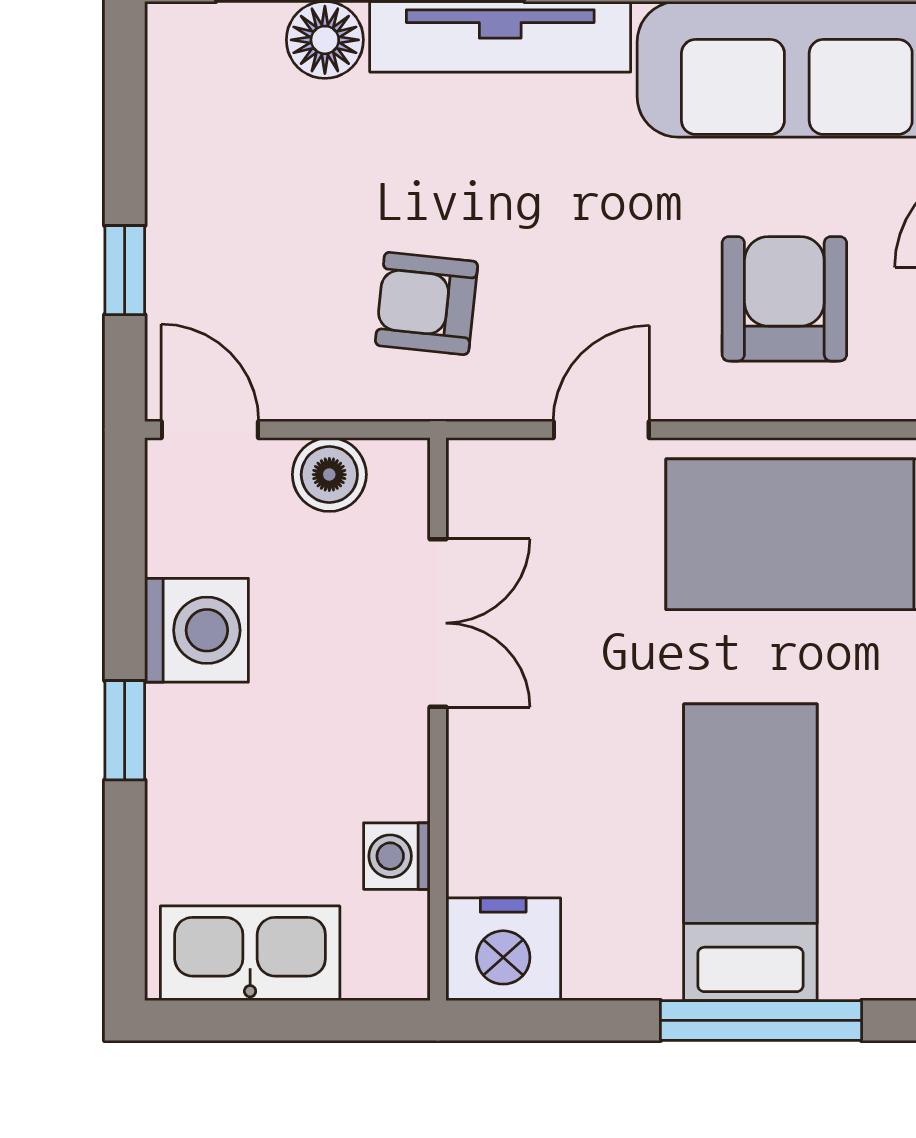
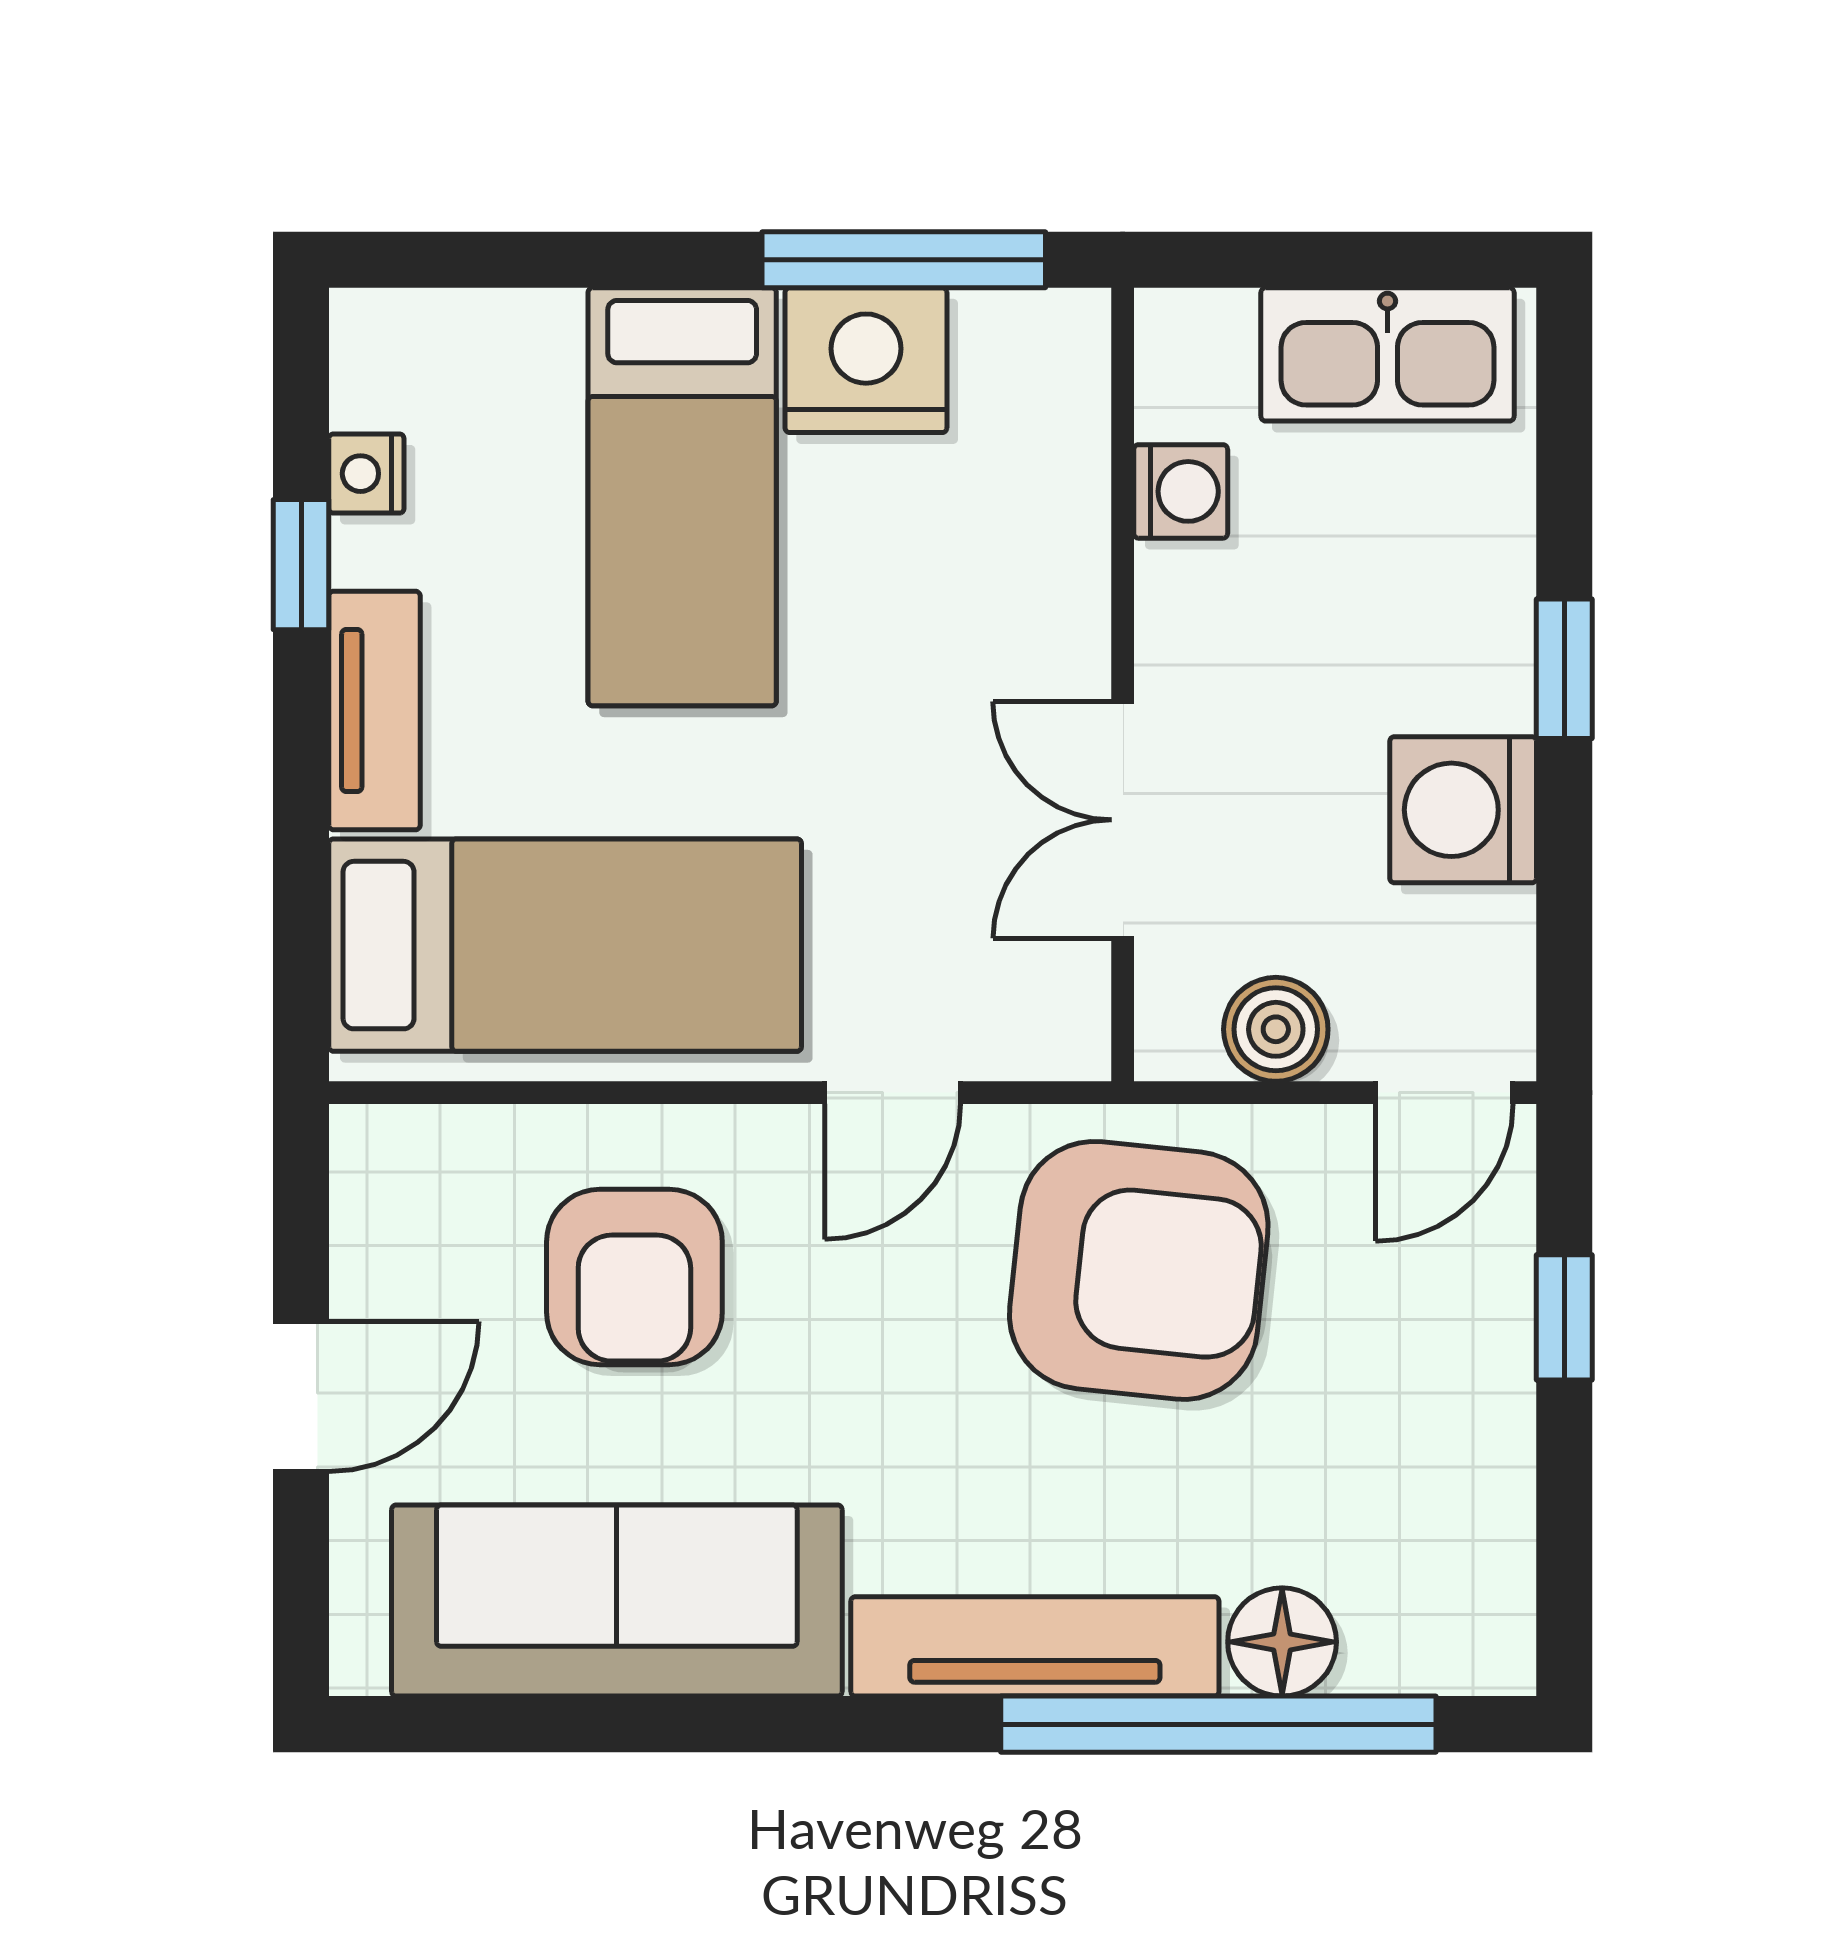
armchair: (427, 303) -> (1139, 1270), width x1.88, depth x1.88
door: (210, 430) -> (1444, 1093), hinge flipped
nightstand: (503, 949) -> (866, 360), moved
window: (761, 1020) -> (904, 260), moved

